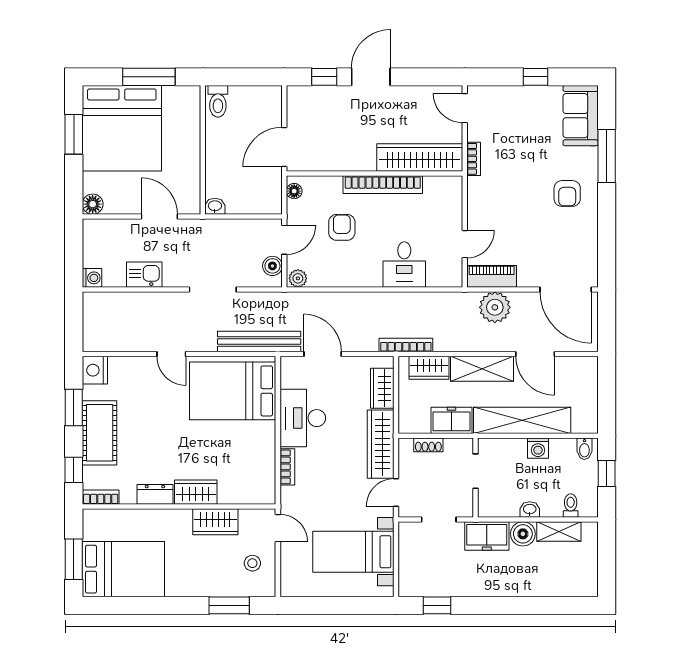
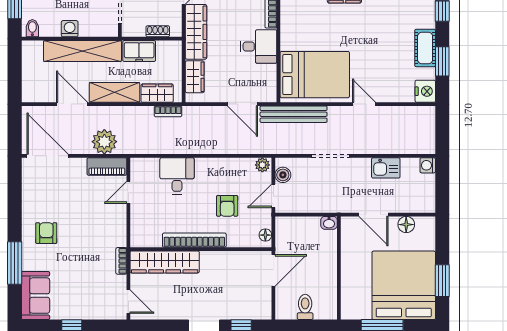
toilet: (218, 101) -> (305, 307), moved
floor lamp: (93, 204) -> (406, 225), moved
bookcase: (406, 345) -> (168, 111), width x0.64
desk: (303, 418) -> (259, 47), width x0.73
cot: (100, 433) -> (425, 48), width x0.73, depth x0.75

